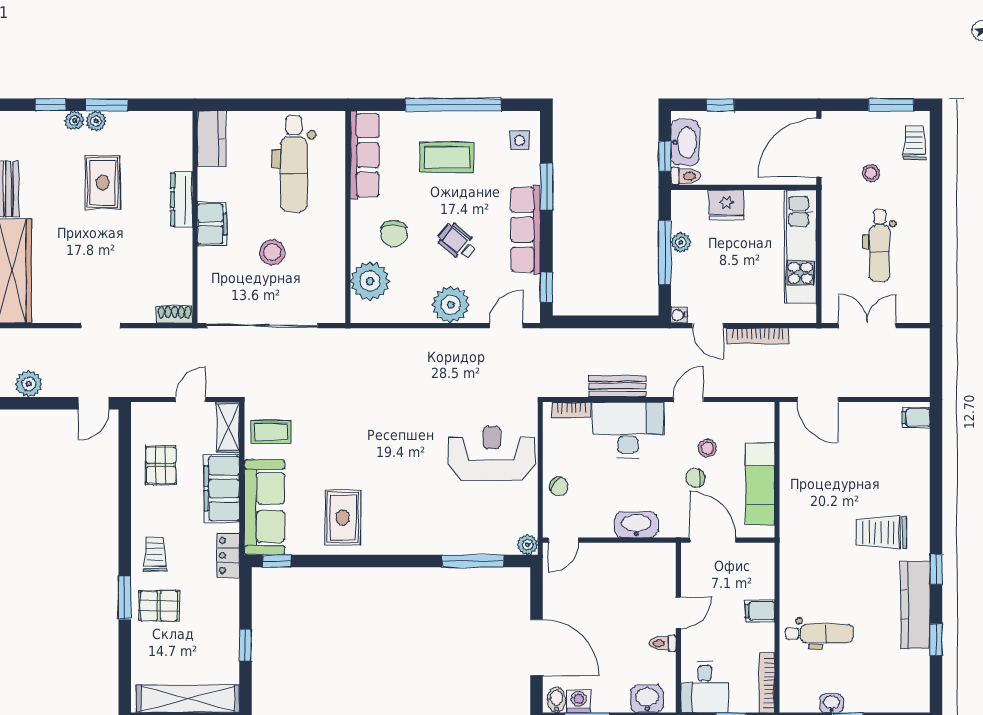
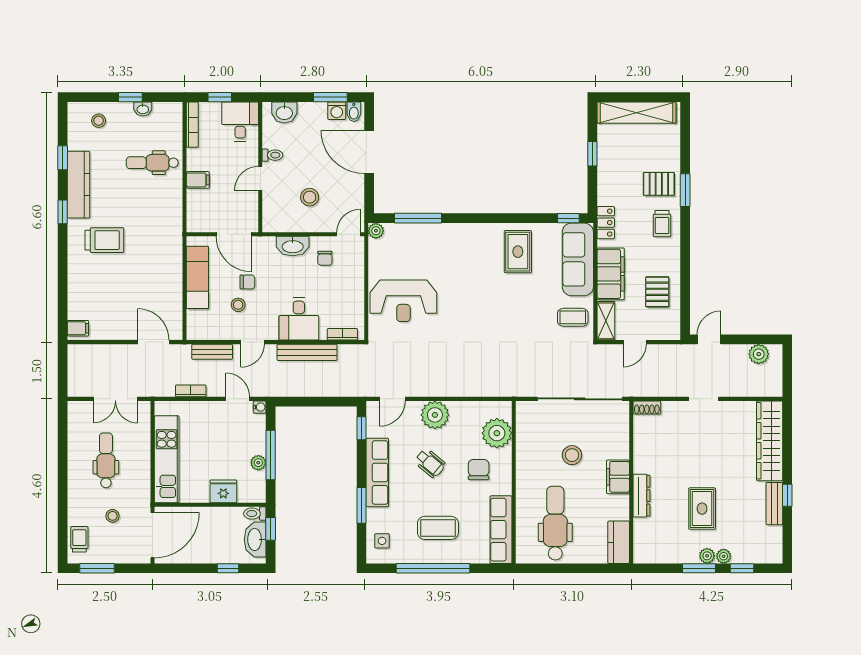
trolley: (914, 143) -> (79, 539), turned 180
bookcase: (758, 336) -> (191, 391), width x0.64
bench: (617, 386) -> (307, 352), width x1.36
bench: (741, 387) -> (212, 352), added
desk: (628, 430) -> (299, 319), width x0.73
chair: (559, 486) -> (325, 258), moved, turned -129
stool: (614, 588) -> (310, 197), added
stool: (889, 688) -> (99, 121), added

